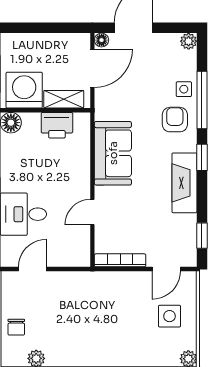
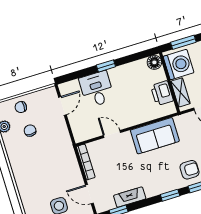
fireplace: (184, 183) -> (130, 197), moved, width x0.73, depth x0.76
door: (32, 269) -> (62, 106), hinge flipped
chair: (53, 324) -> (30, 131), added

